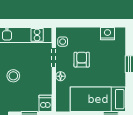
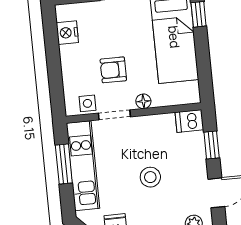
window: (27, 23) -> (64, 164), added

